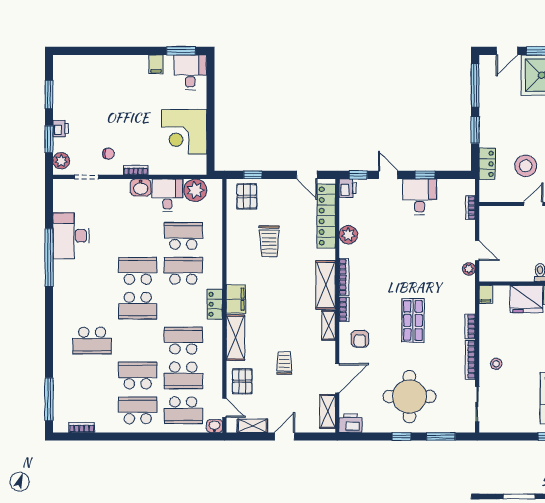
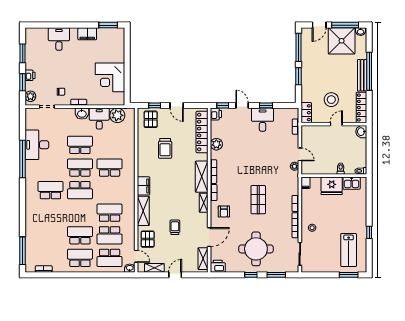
filing cabinet: (156, 64) -> (87, 34), width x2.00
desk: (190, 72) -> (59, 39), moved
locker: (487, 164) -> (306, 113), moved
door: (307, 175) -> (177, 105), moved
school desk: (183, 236) -> (80, 145), moved
locker: (215, 304) -> (130, 189), removed
school desk: (92, 341) -> (50, 190), moved, turned 180

